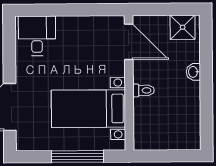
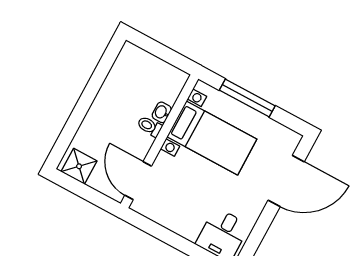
washbasin: (193, 72) -> (162, 112), moved, turned 180

